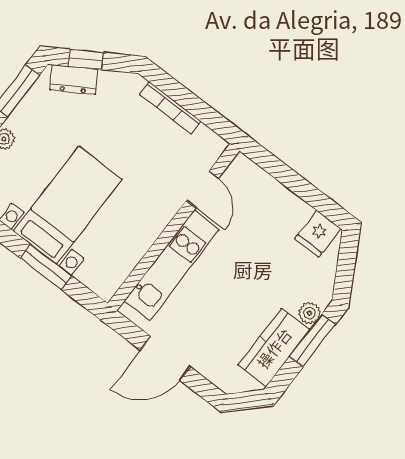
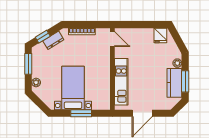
dresser: (74, 80) -> (53, 40), moved
door: (202, 189) -> (112, 39), moved
window: (312, 341) -> (185, 81), moved

